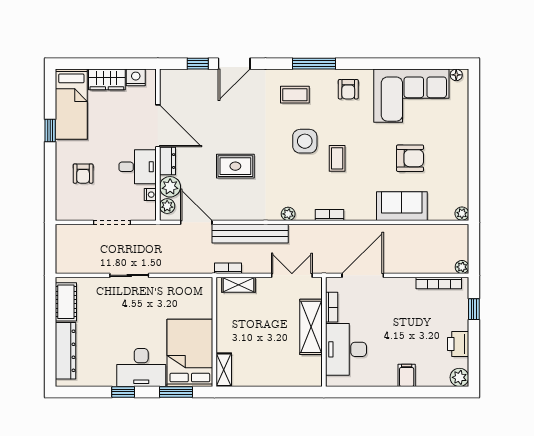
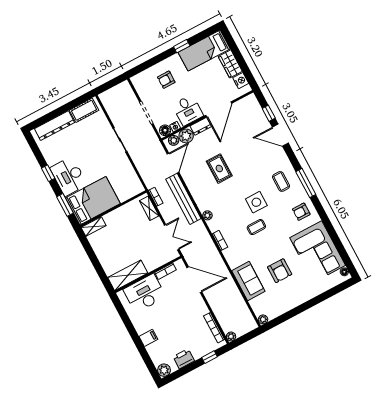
floor lamp: (148, 210) -> (165, 130), added
shelving: (311, 327) -> (128, 275), moved

